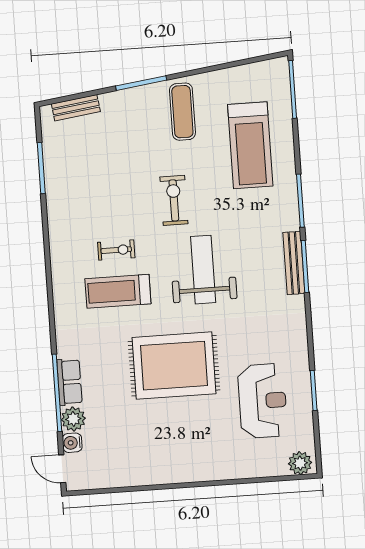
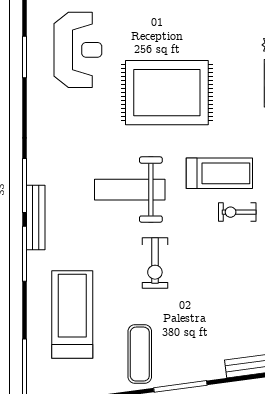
exercise bike: (116, 250) -> (237, 212), moved
bench: (294, 263) -> (36, 217), moved
weight bench: (203, 270) -> (130, 190), turned 90
reception desk: (263, 401) -> (78, 50), turned 180

